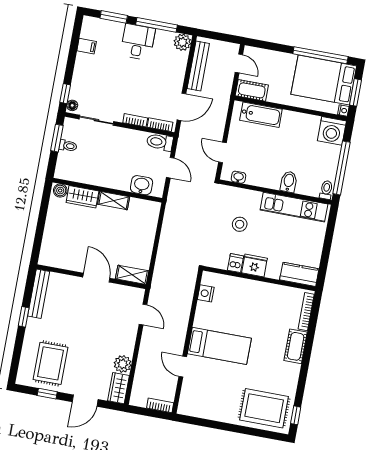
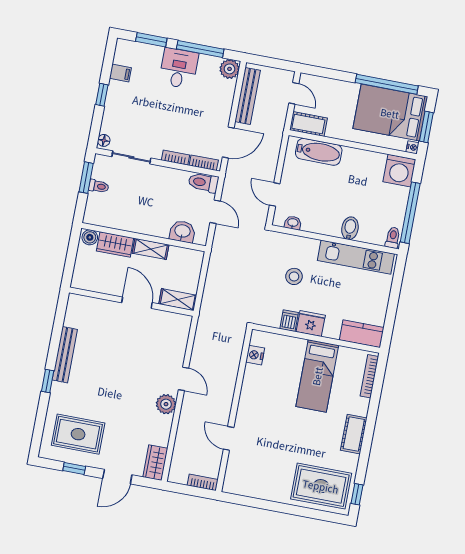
window: (65, 94) -> (102, 95), moved
shelving: (132, 275) -> (178, 300), moved
wall: (91, 277) -> (131, 302), moved
door: (96, 278) -> (137, 303), moved
bed: (219, 346) -> (317, 376), moved, turned 90
cot: (296, 346) -> (354, 434), moved
rug: (51, 363) -> (78, 434), turned 90
plant: (123, 364) -> (166, 404), moved

